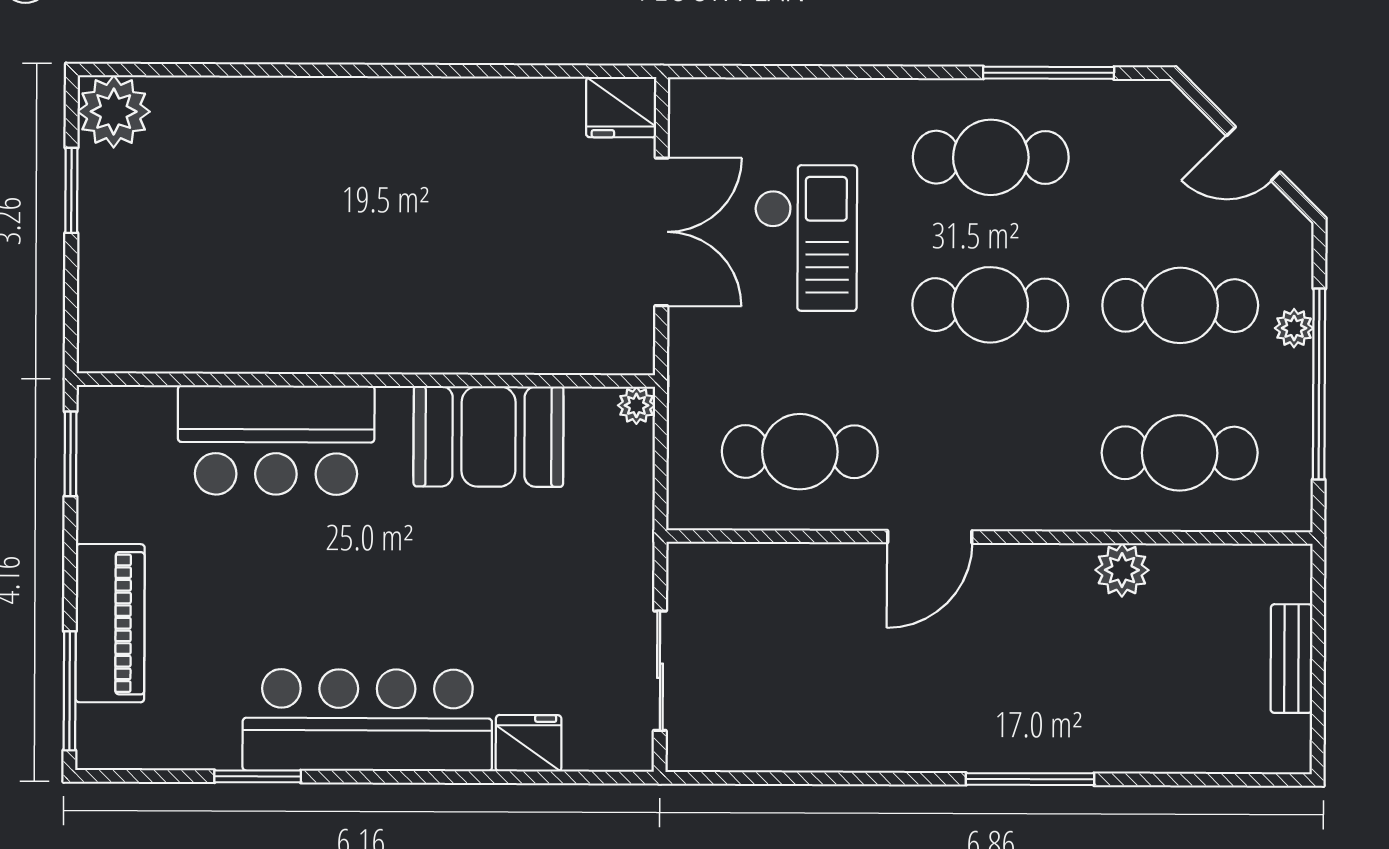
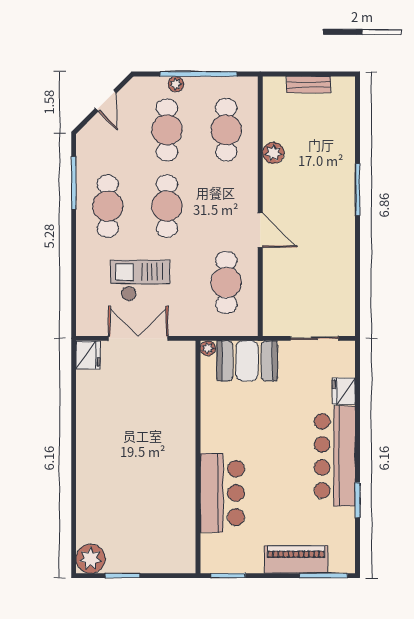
booth: (488, 436) -> (247, 361), moved, turned 90

